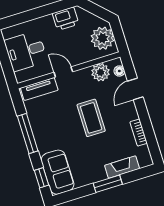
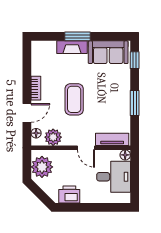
floor lamp: (21, 77) -> (125, 155), added
bookcase: (139, 133) -> (36, 88), moved
window: (28, 134) -> (135, 103), width x0.69
fireplace: (122, 167) -> (72, 47), moved
sofa: (58, 172) -> (108, 52), moved, turned -90

